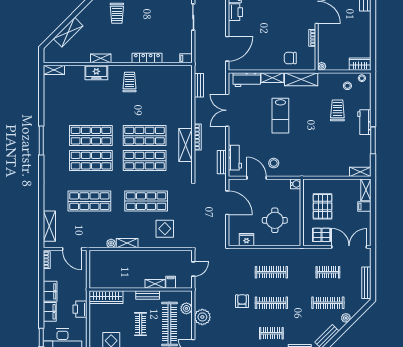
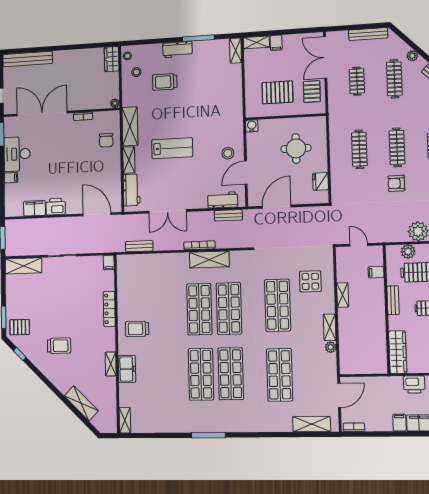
shelving: (155, 284) -> (343, 295), moved
filing cabinet: (50, 291) -> (399, 423), width x0.50

